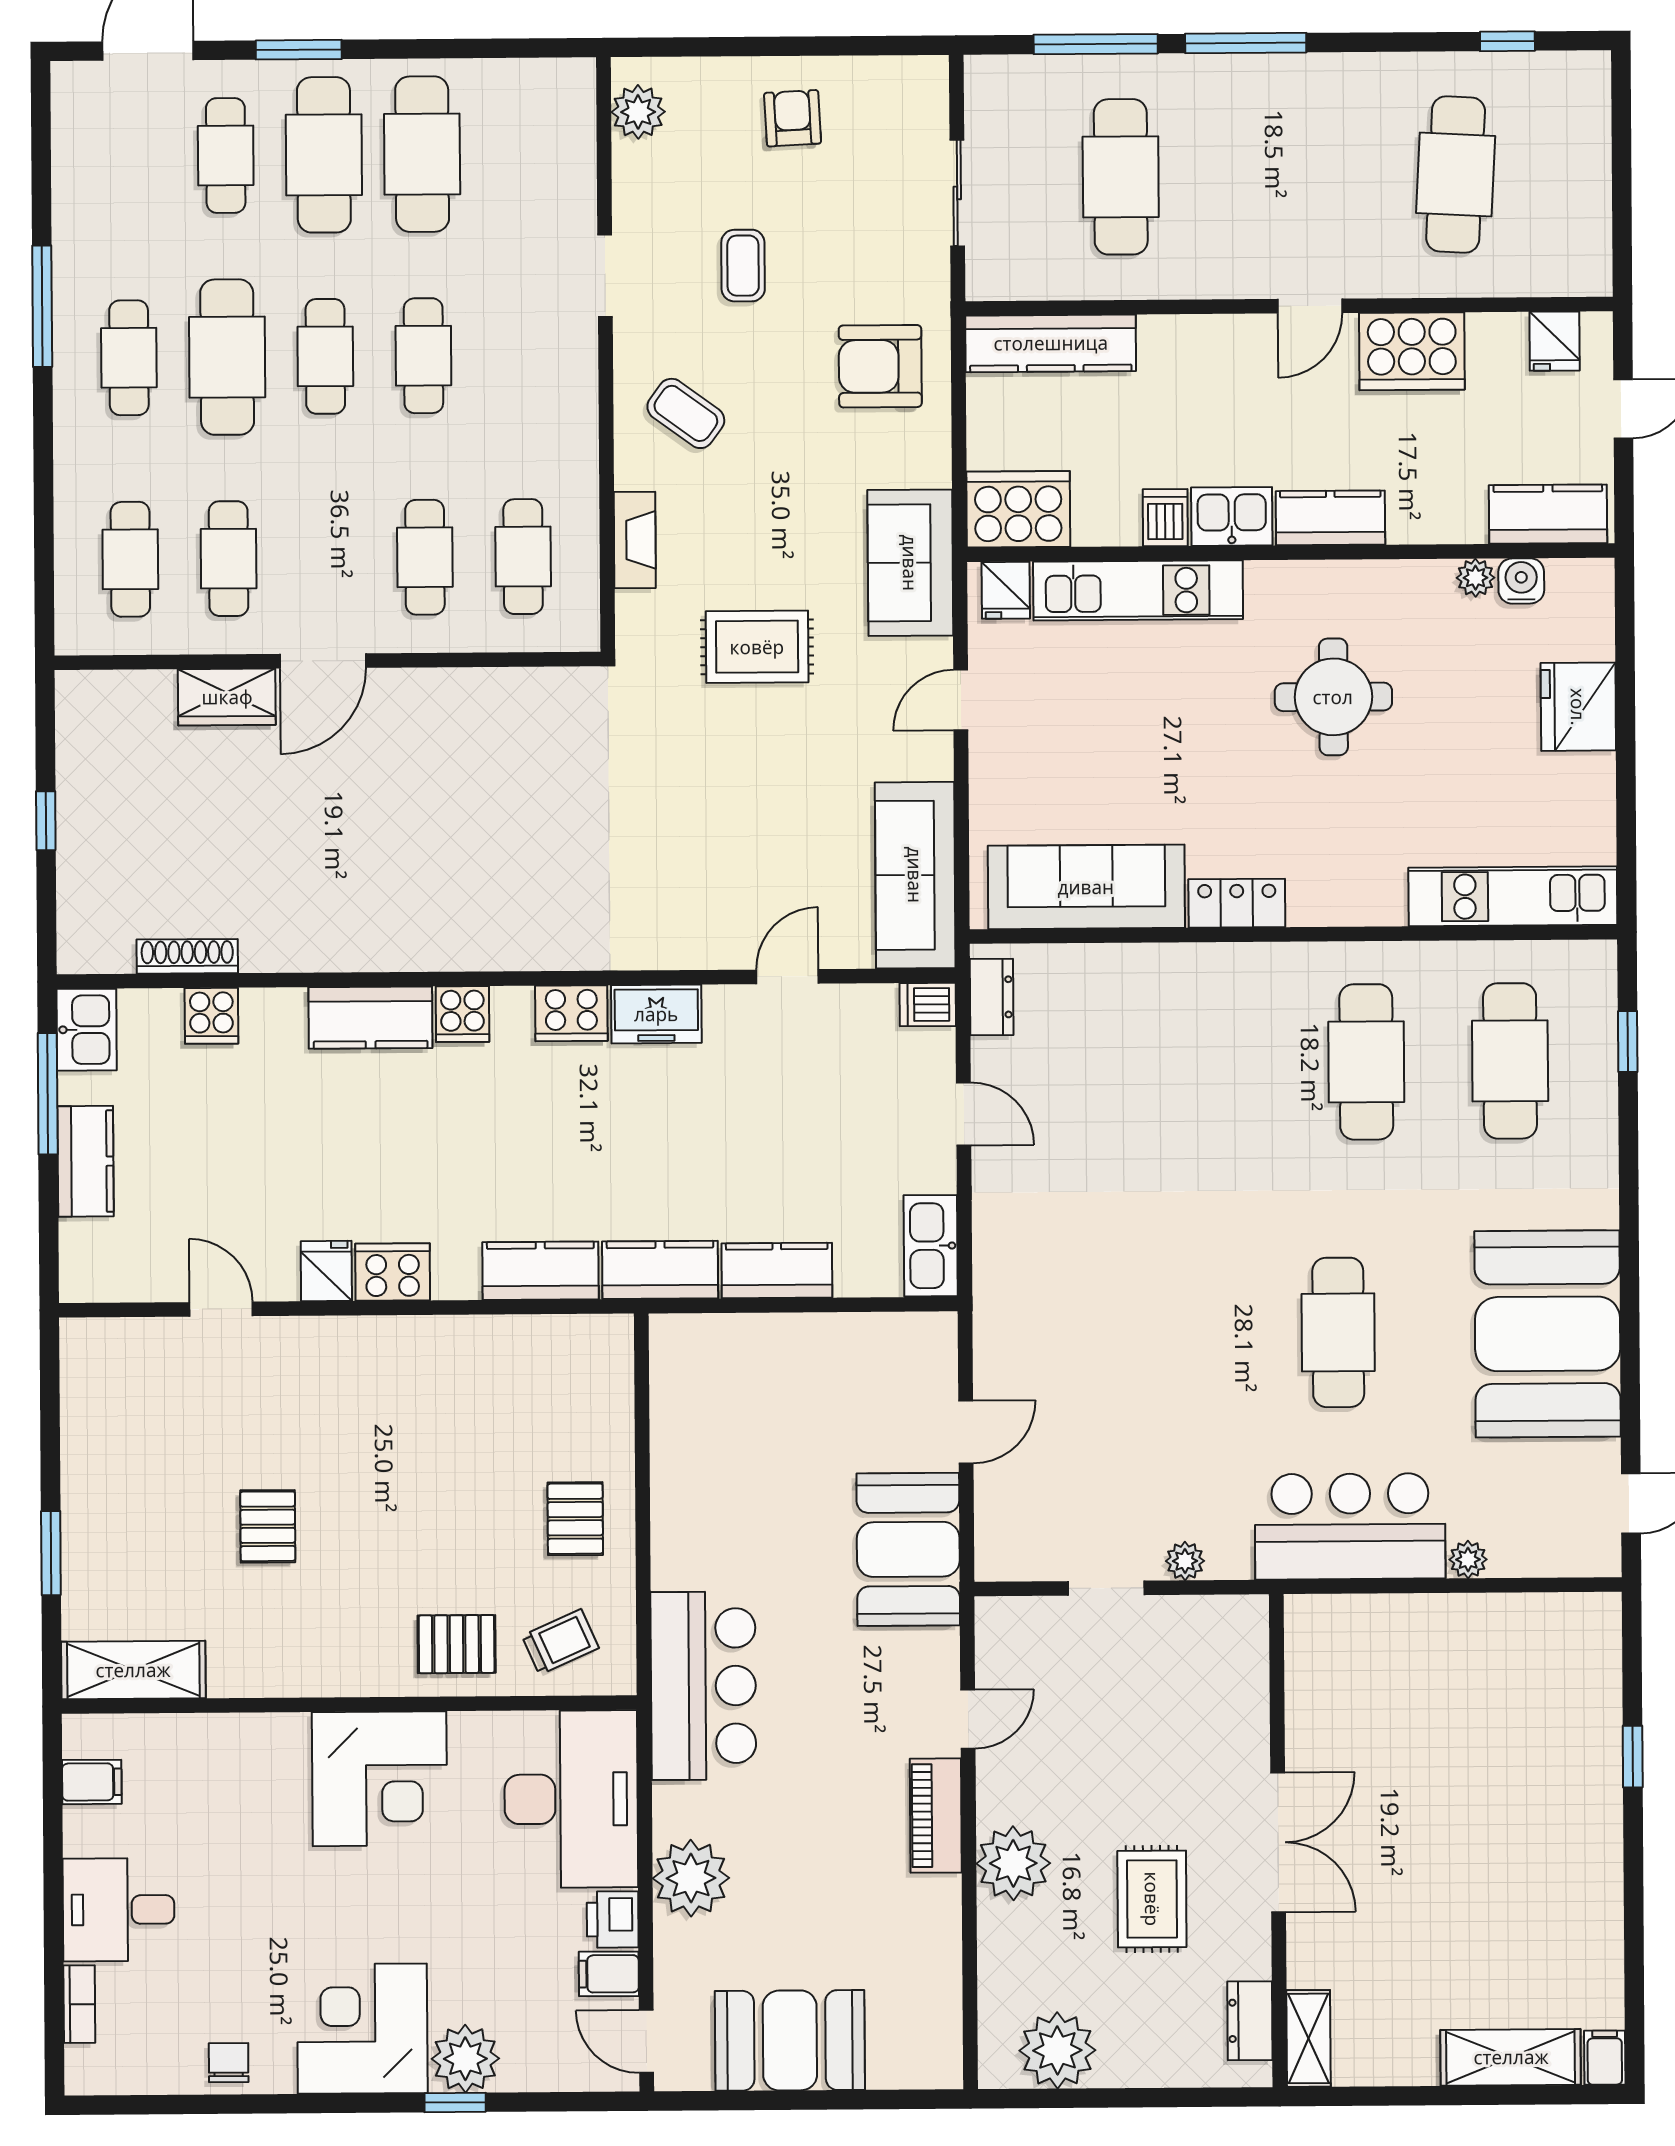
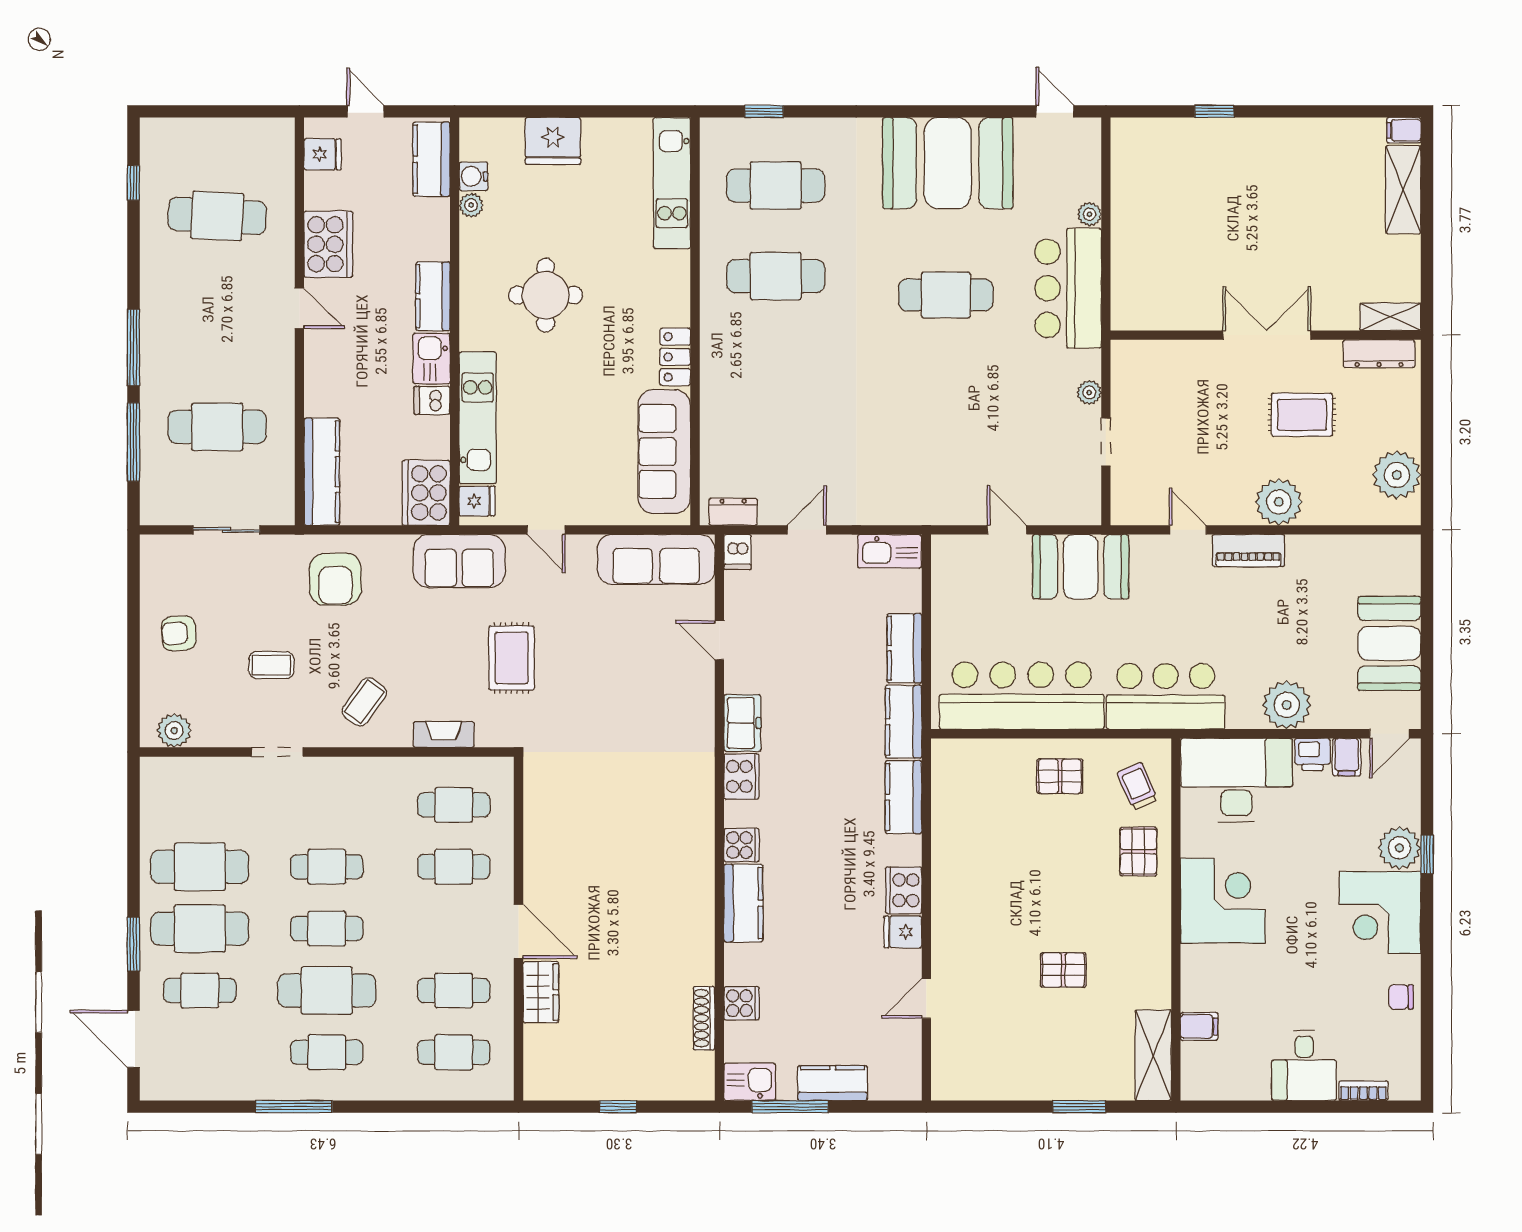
bar counter: (703, 1457) -> (1022, 696), added
filing cabinet: (92, 1782) -> (1199, 1026), moved, turned 90
dresser: (1250, 2021) -> (1379, 354), width x1.44

